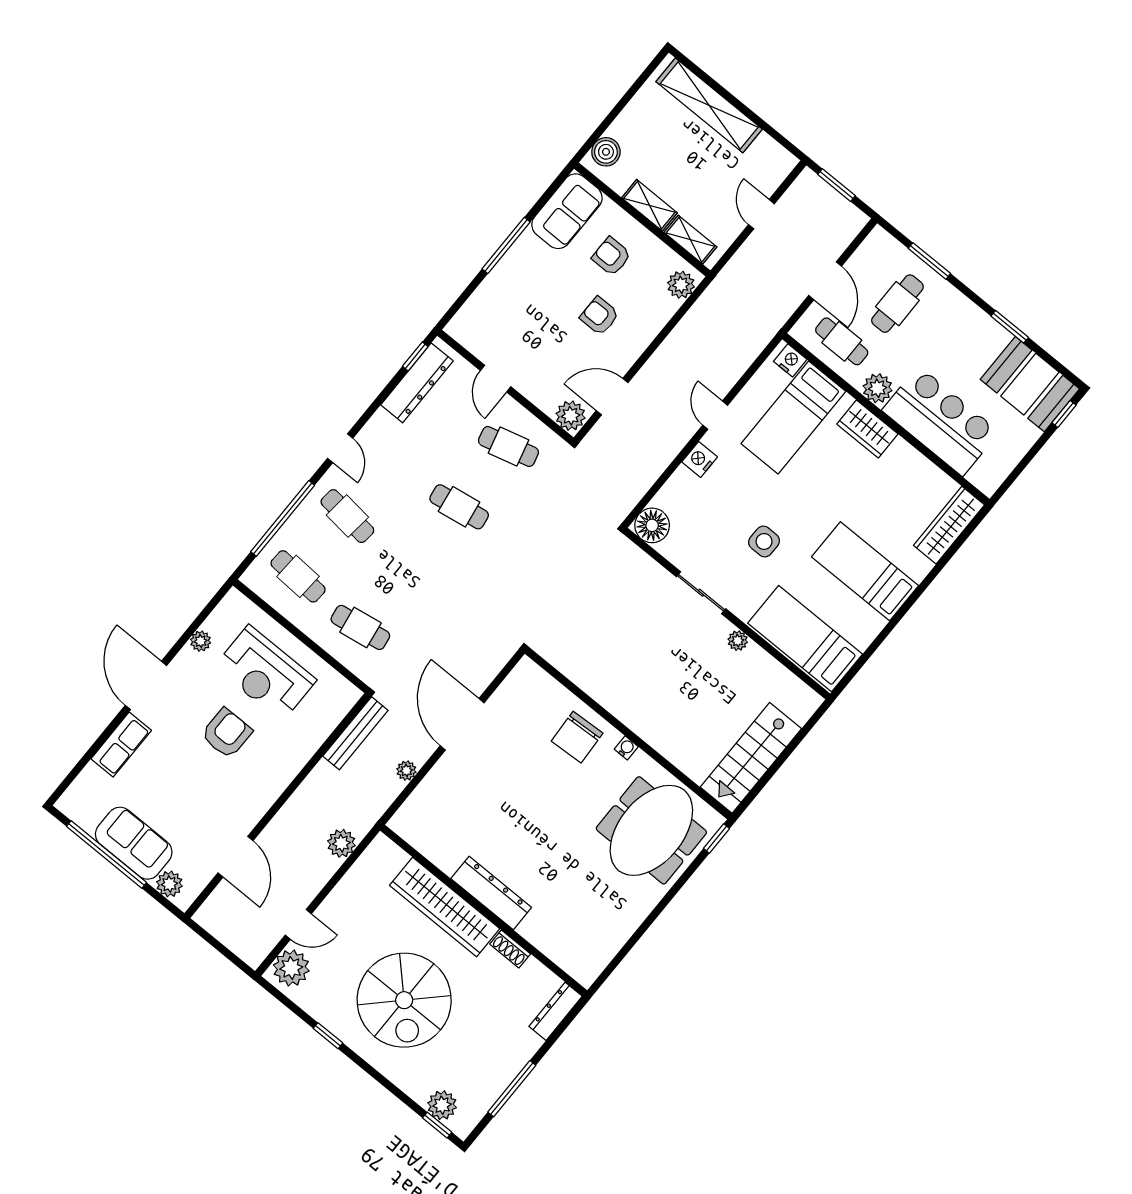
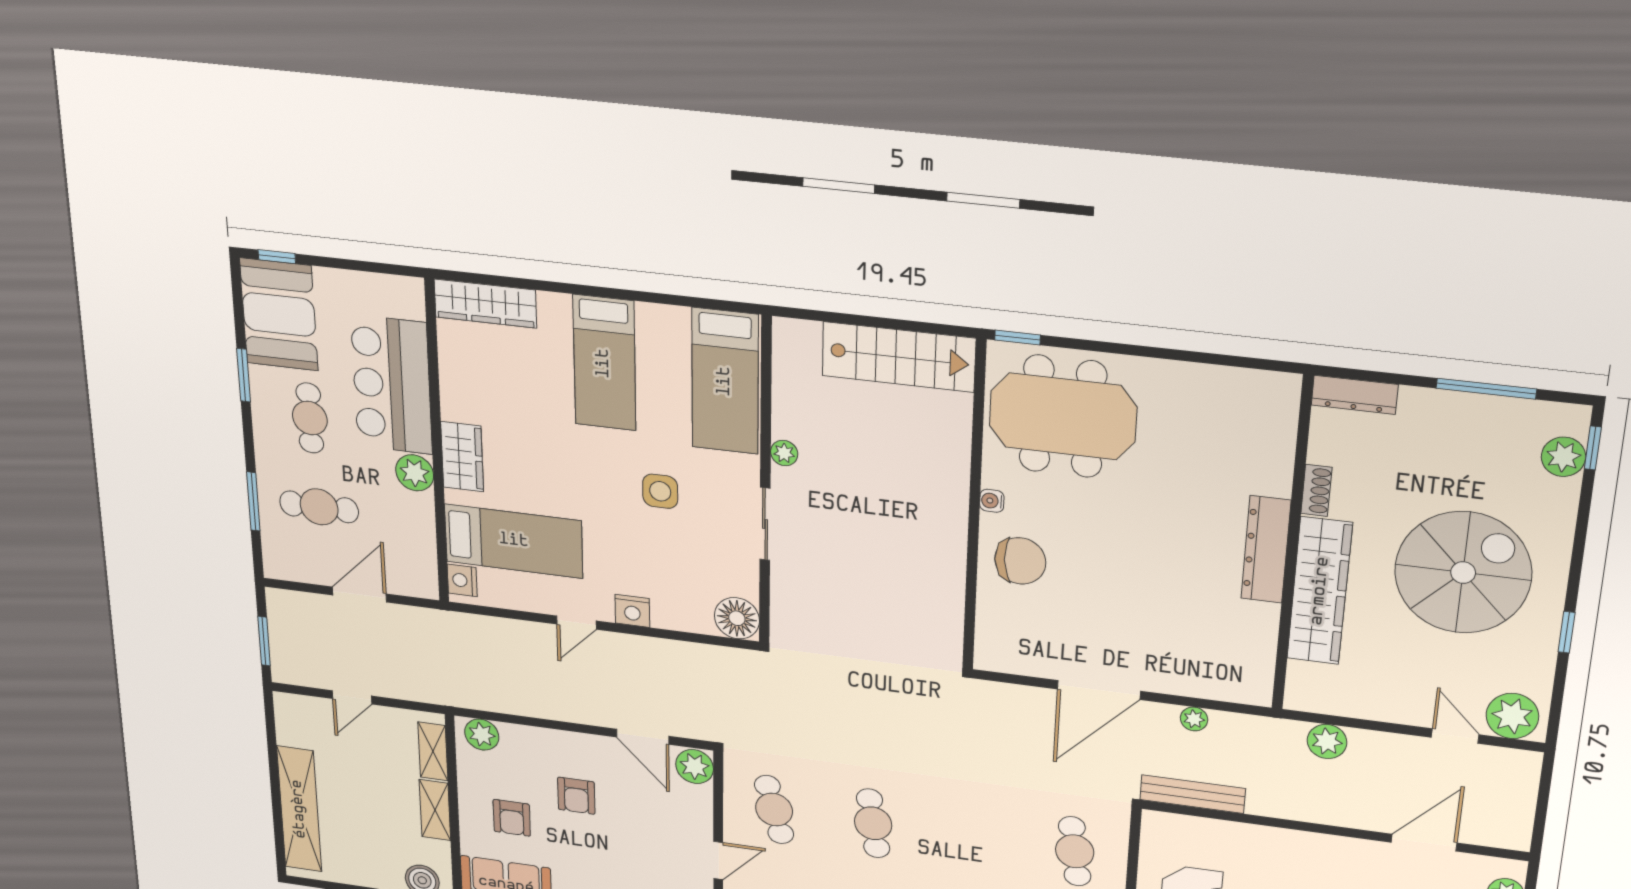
cafe table: (842, 341) -> (310, 418), moved

